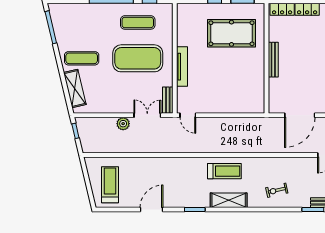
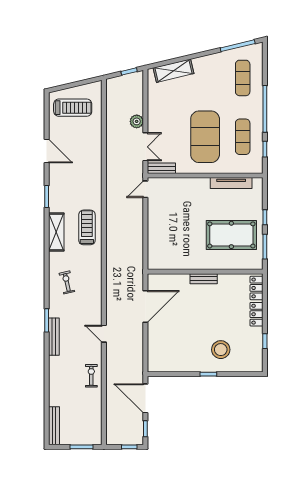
pool table: (231, 33) -> (231, 235), turned 90
exercise mat: (82, 58) -> (243, 78), moved
bench: (273, 60) -> (204, 279), width x0.73
tv unit: (182, 67) -> (231, 183), moved
door: (300, 115) -> (145, 306), swing flipped
treadmill: (224, 171) -> (87, 227), turned 180

